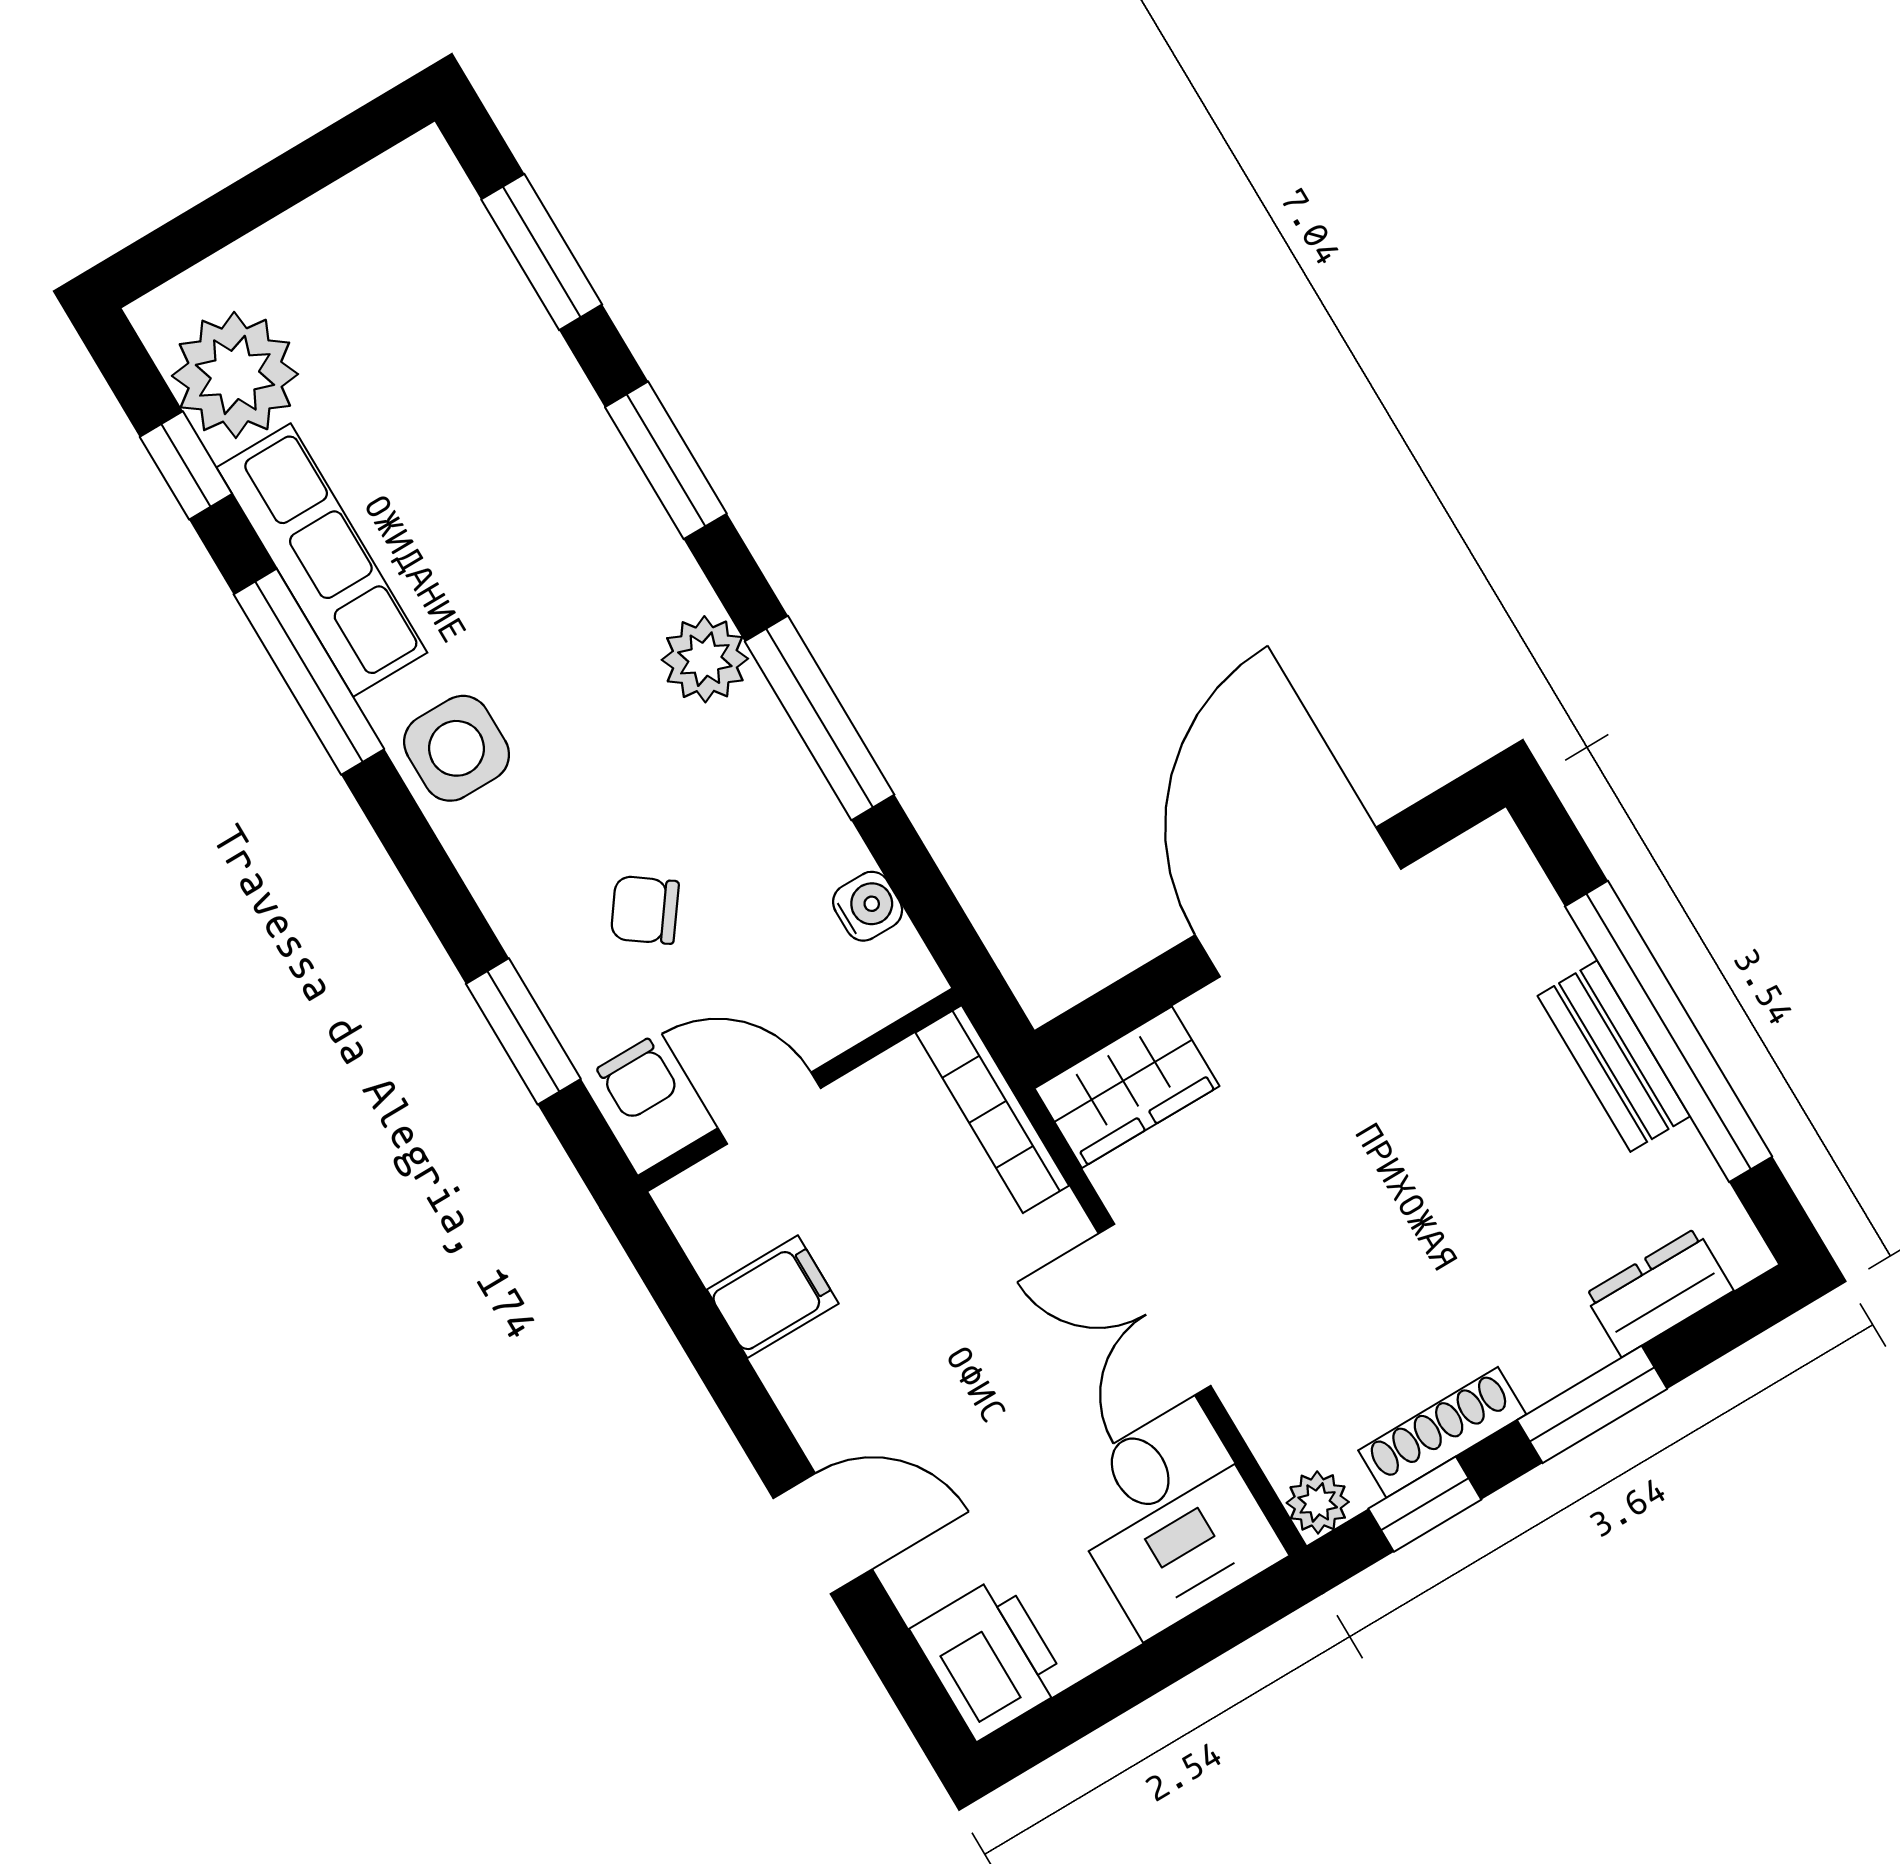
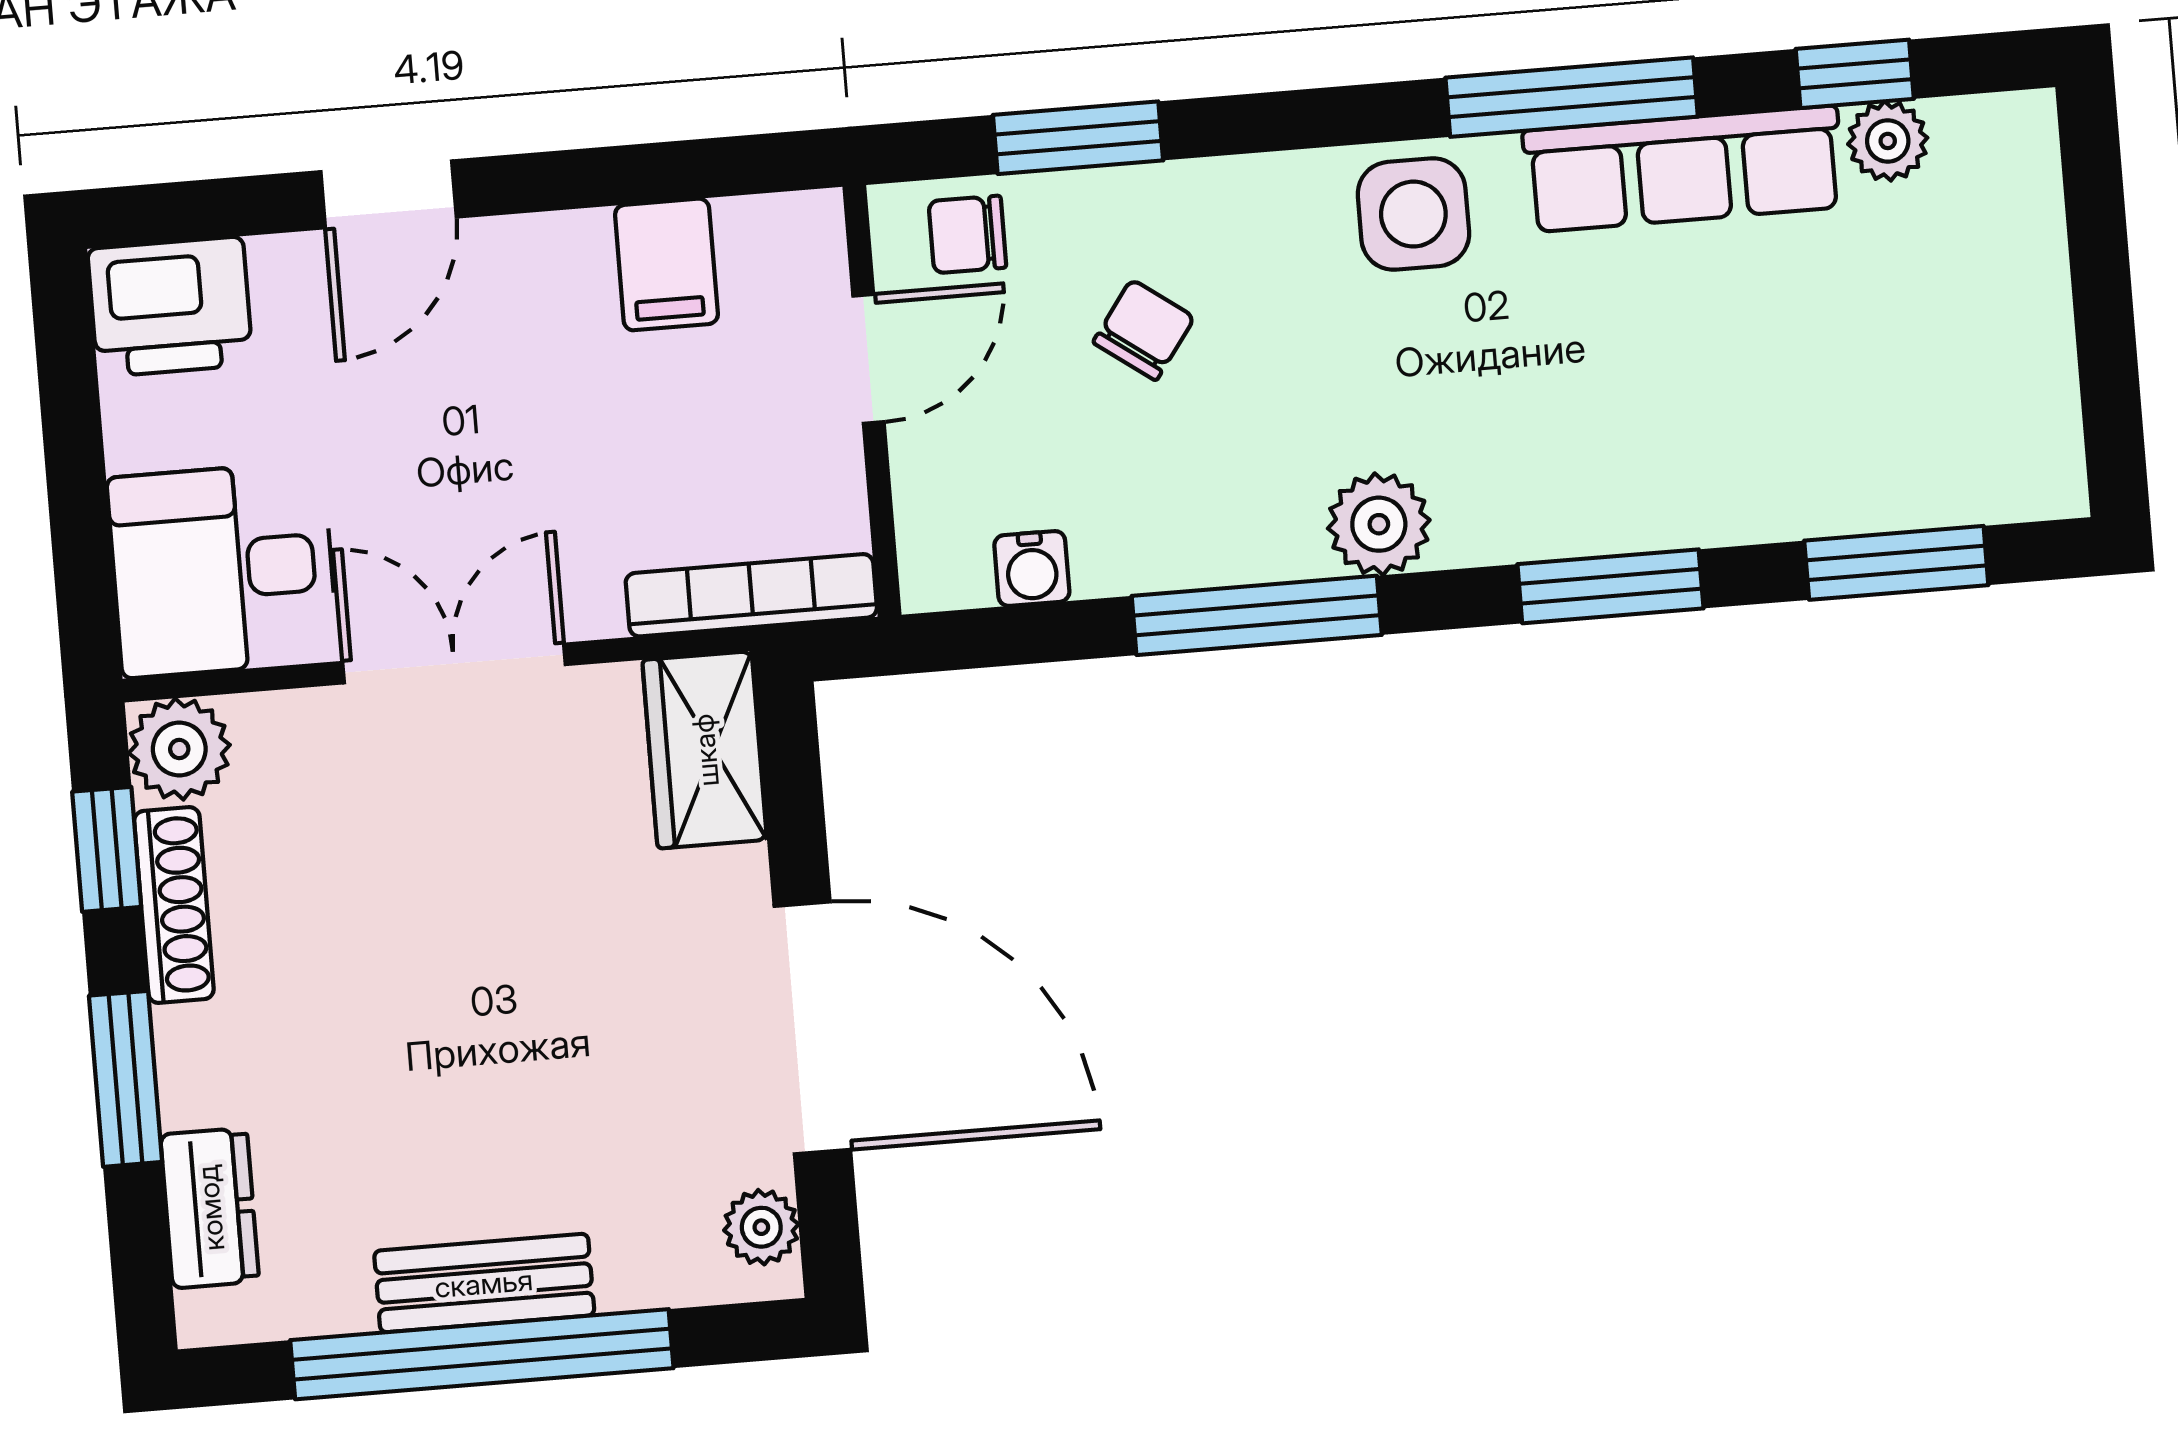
plant: (235, 375) -> (1888, 141), width x0.53, depth x0.53
plant: (1468, 867) -> (761, 1227), added
plant: (1318, 1502) -> (179, 749), width x1.38, depth x1.38

